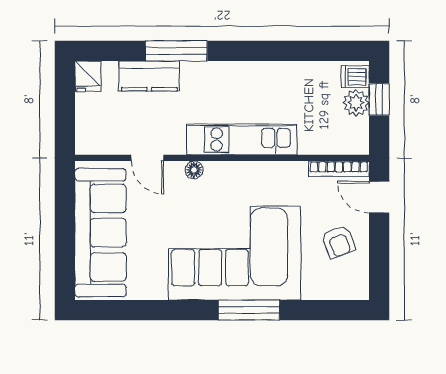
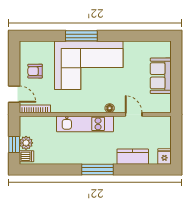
window: (176, 51) -> (97, 170), moved
sofa: (101, 233) -> (161, 76), width x0.54, depth x0.79
armchair: (339, 242) -> (35, 71), turned -70

